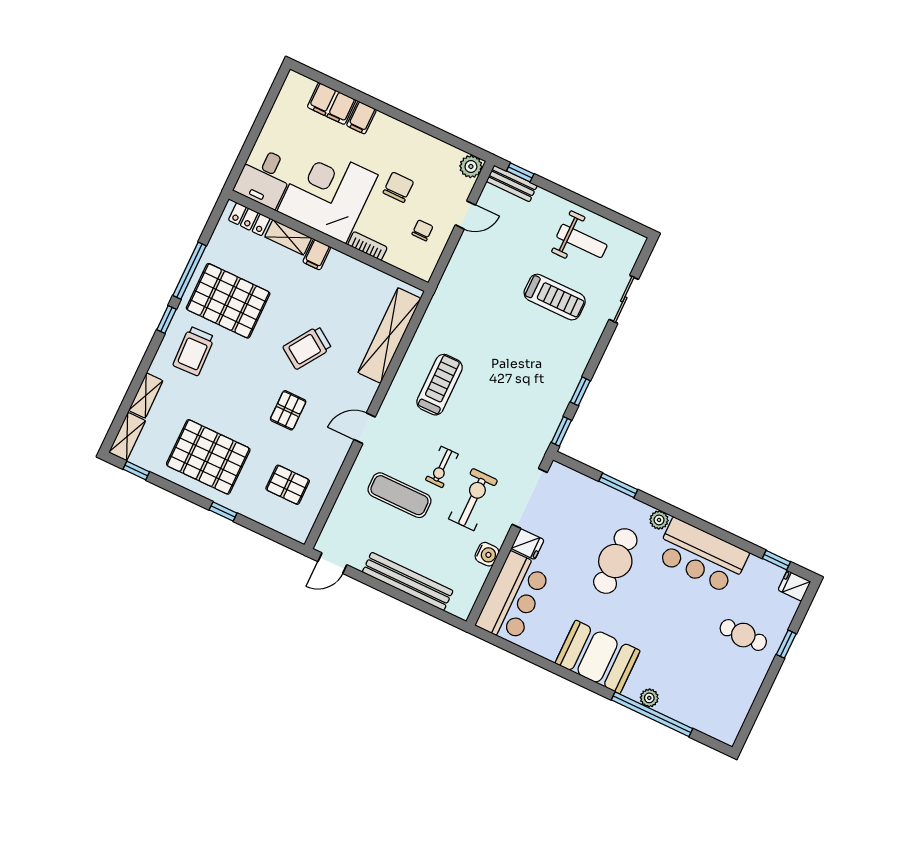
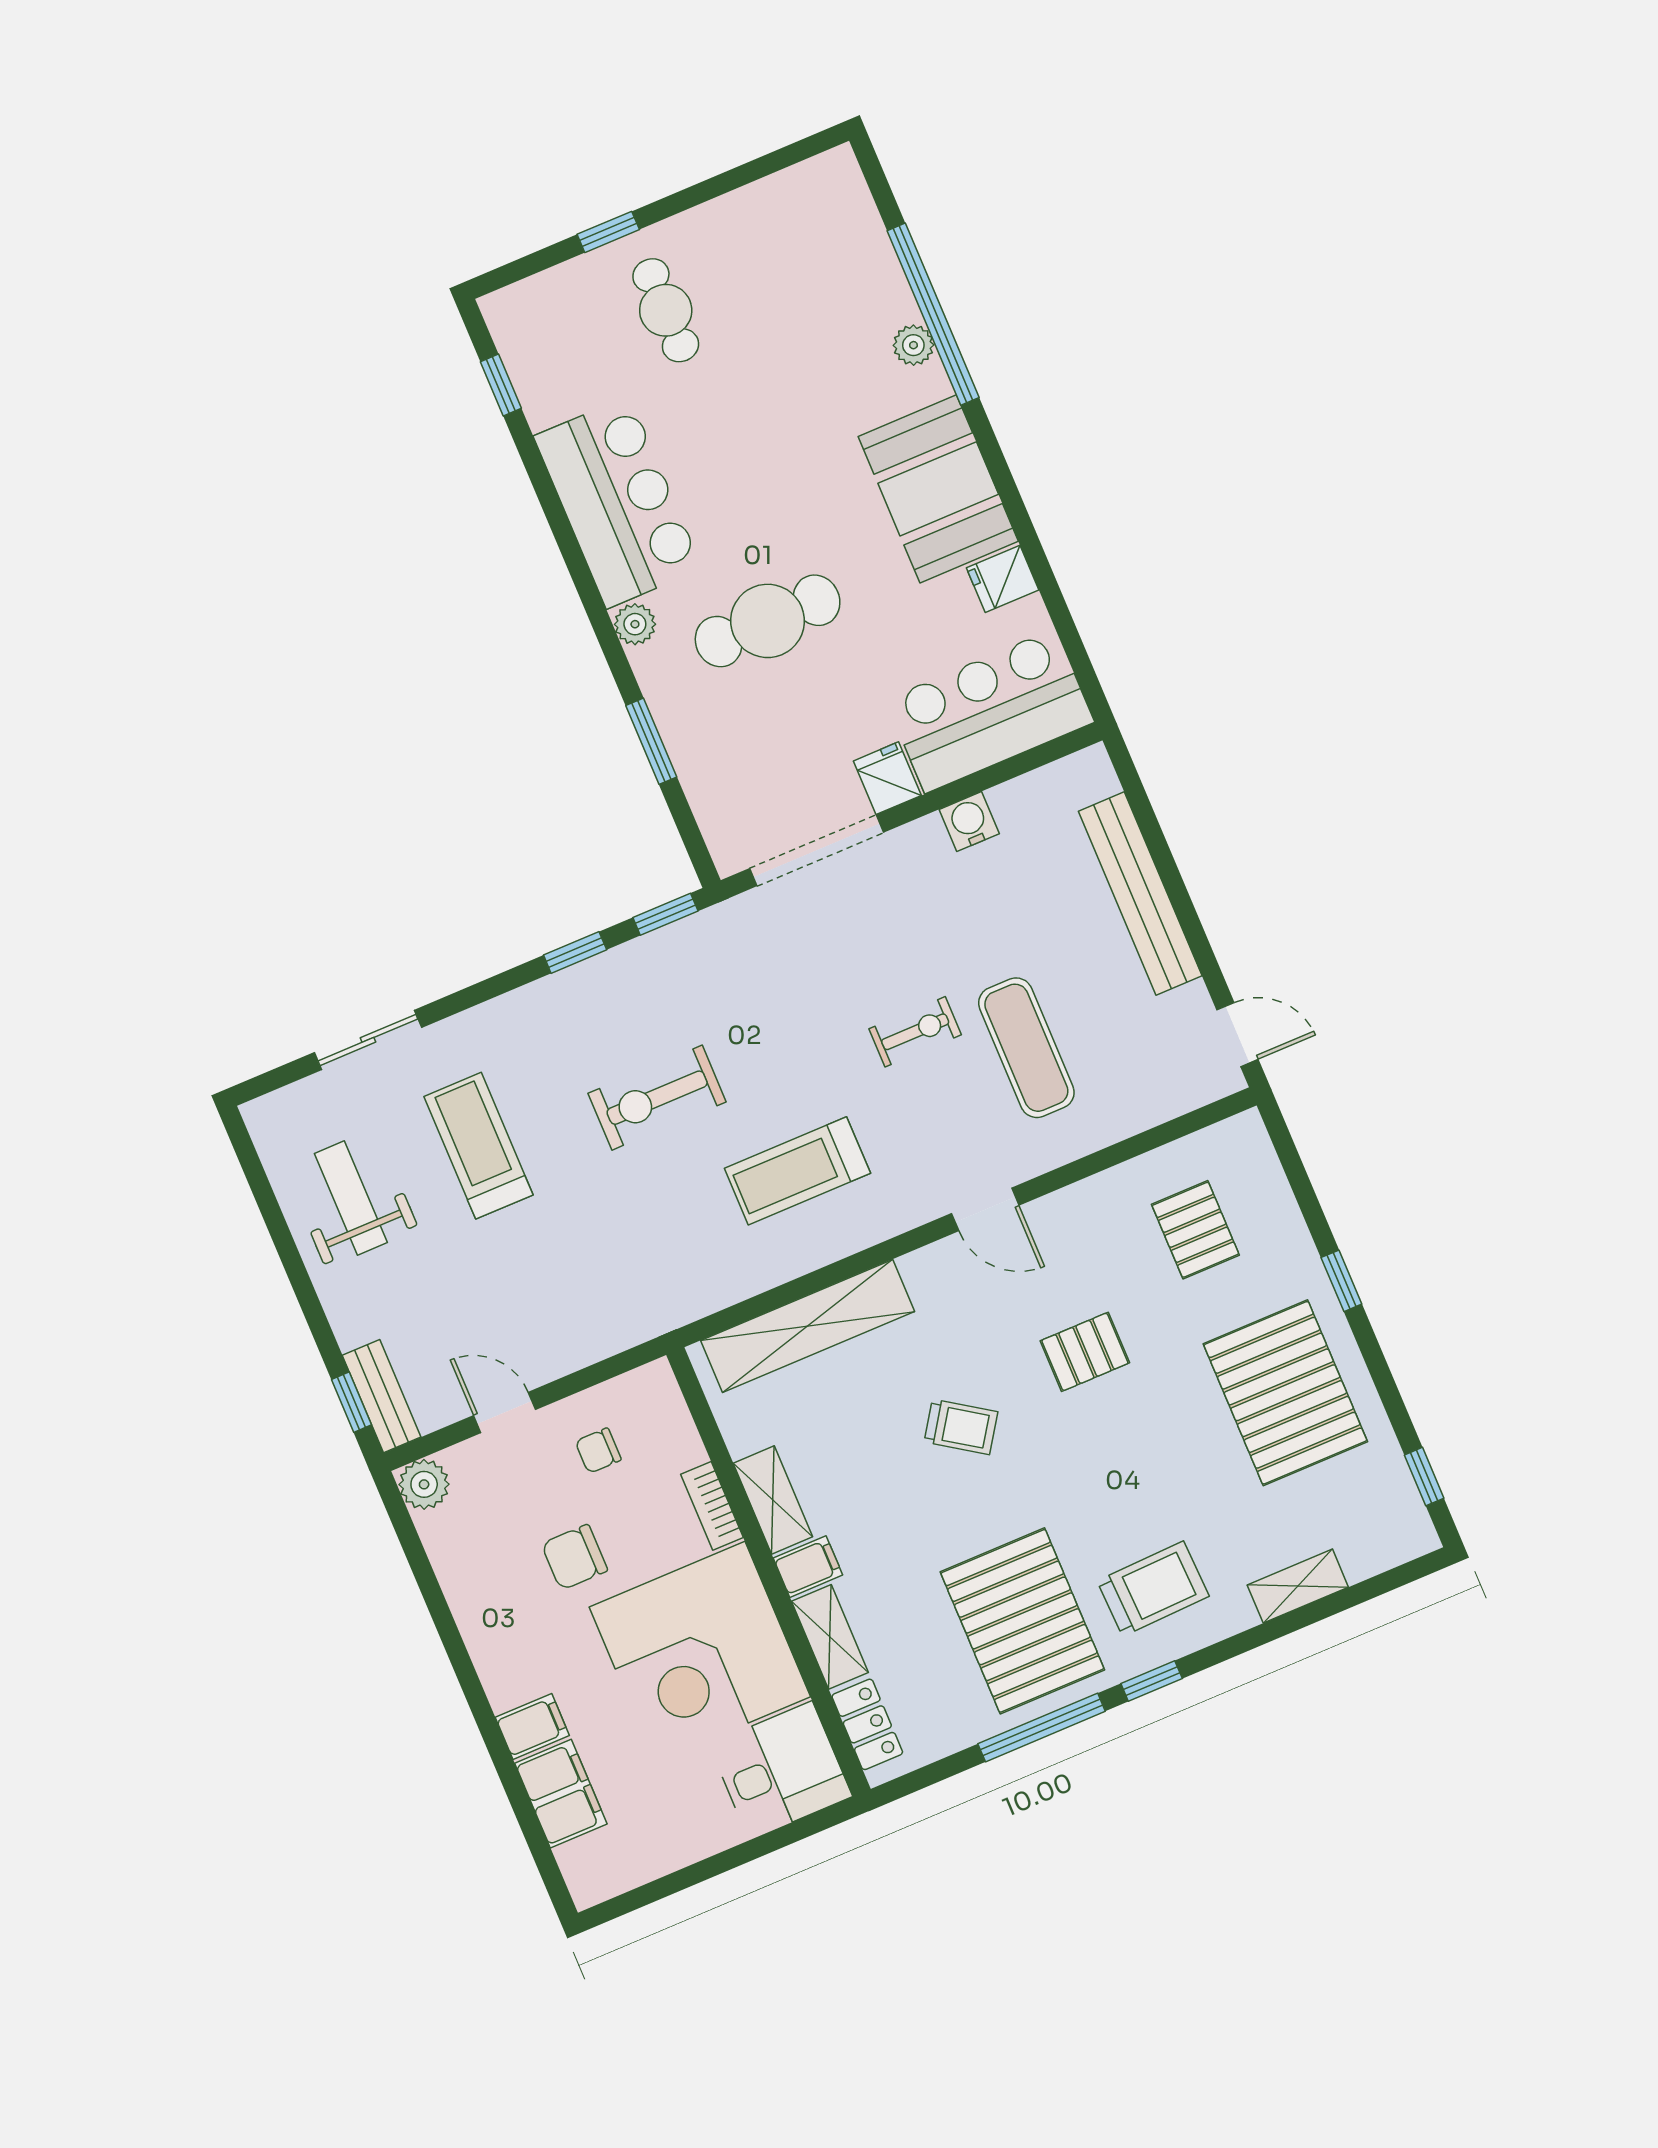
trolley: (307, 348) -> (961, 1427), width x0.73, depth x0.72
shelving: (127, 437) -> (773, 1500), moved, turned 90
exercise bike: (473, 499) -> (657, 1098), moved
fridge: (794, 586) -> (1003, 579), moved, turned 90

